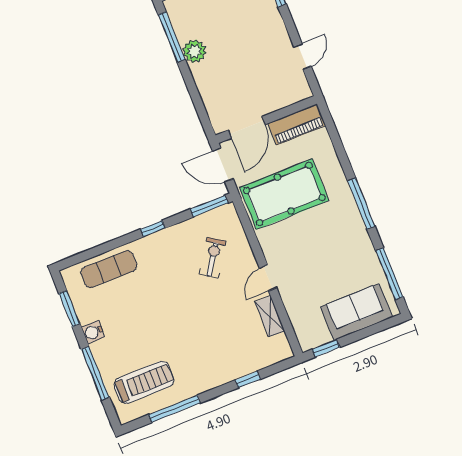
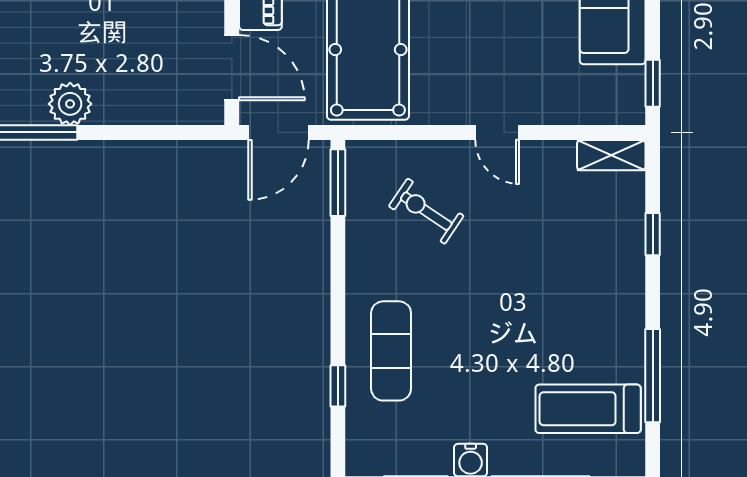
window: (153, 229) -> (338, 386), moved
exercise mat: (109, 269) -> (391, 351), moved
shelving: (270, 316) -> (611, 155), moved
treadmill: (144, 382) -> (588, 409), turned -90

